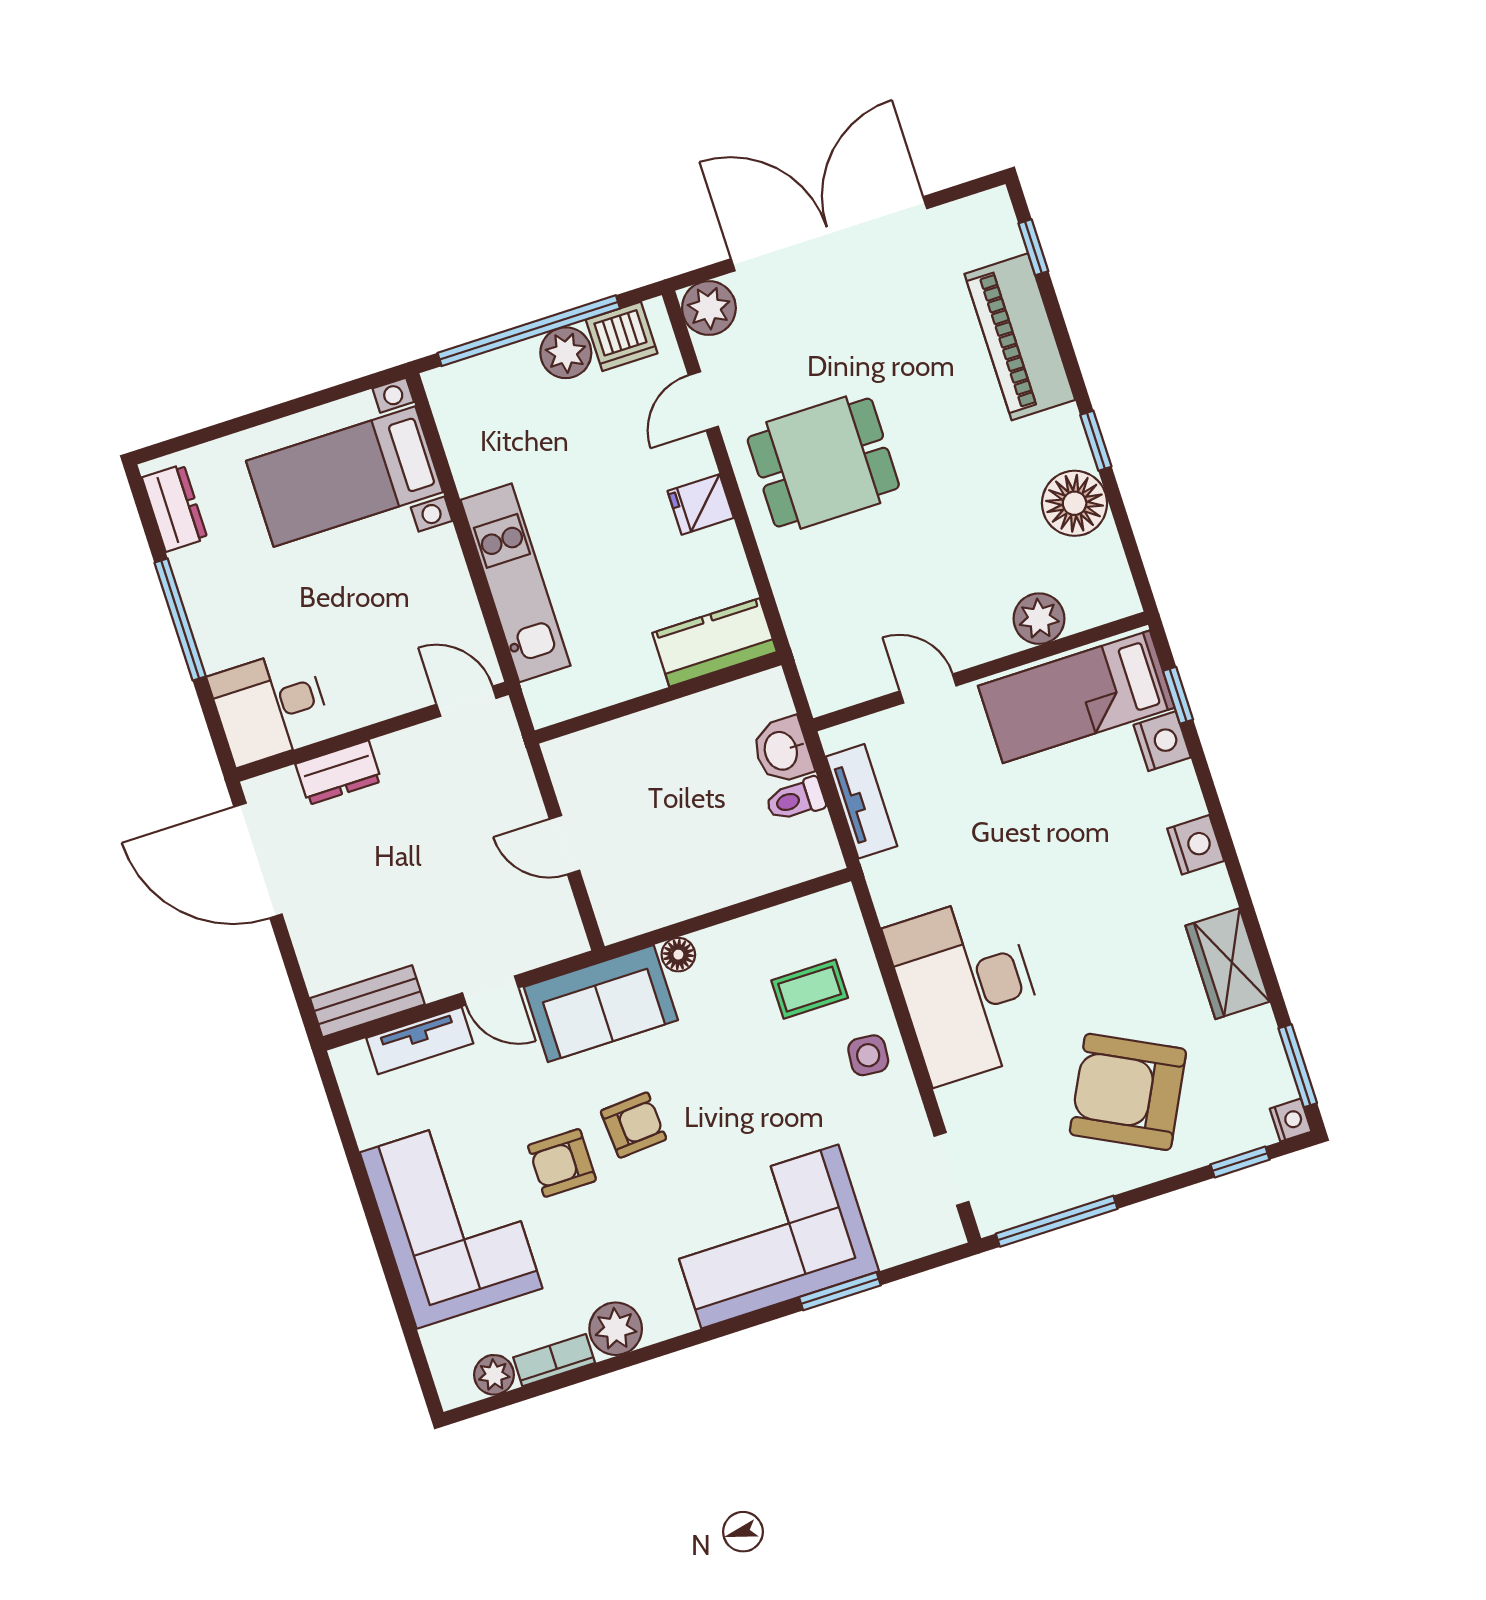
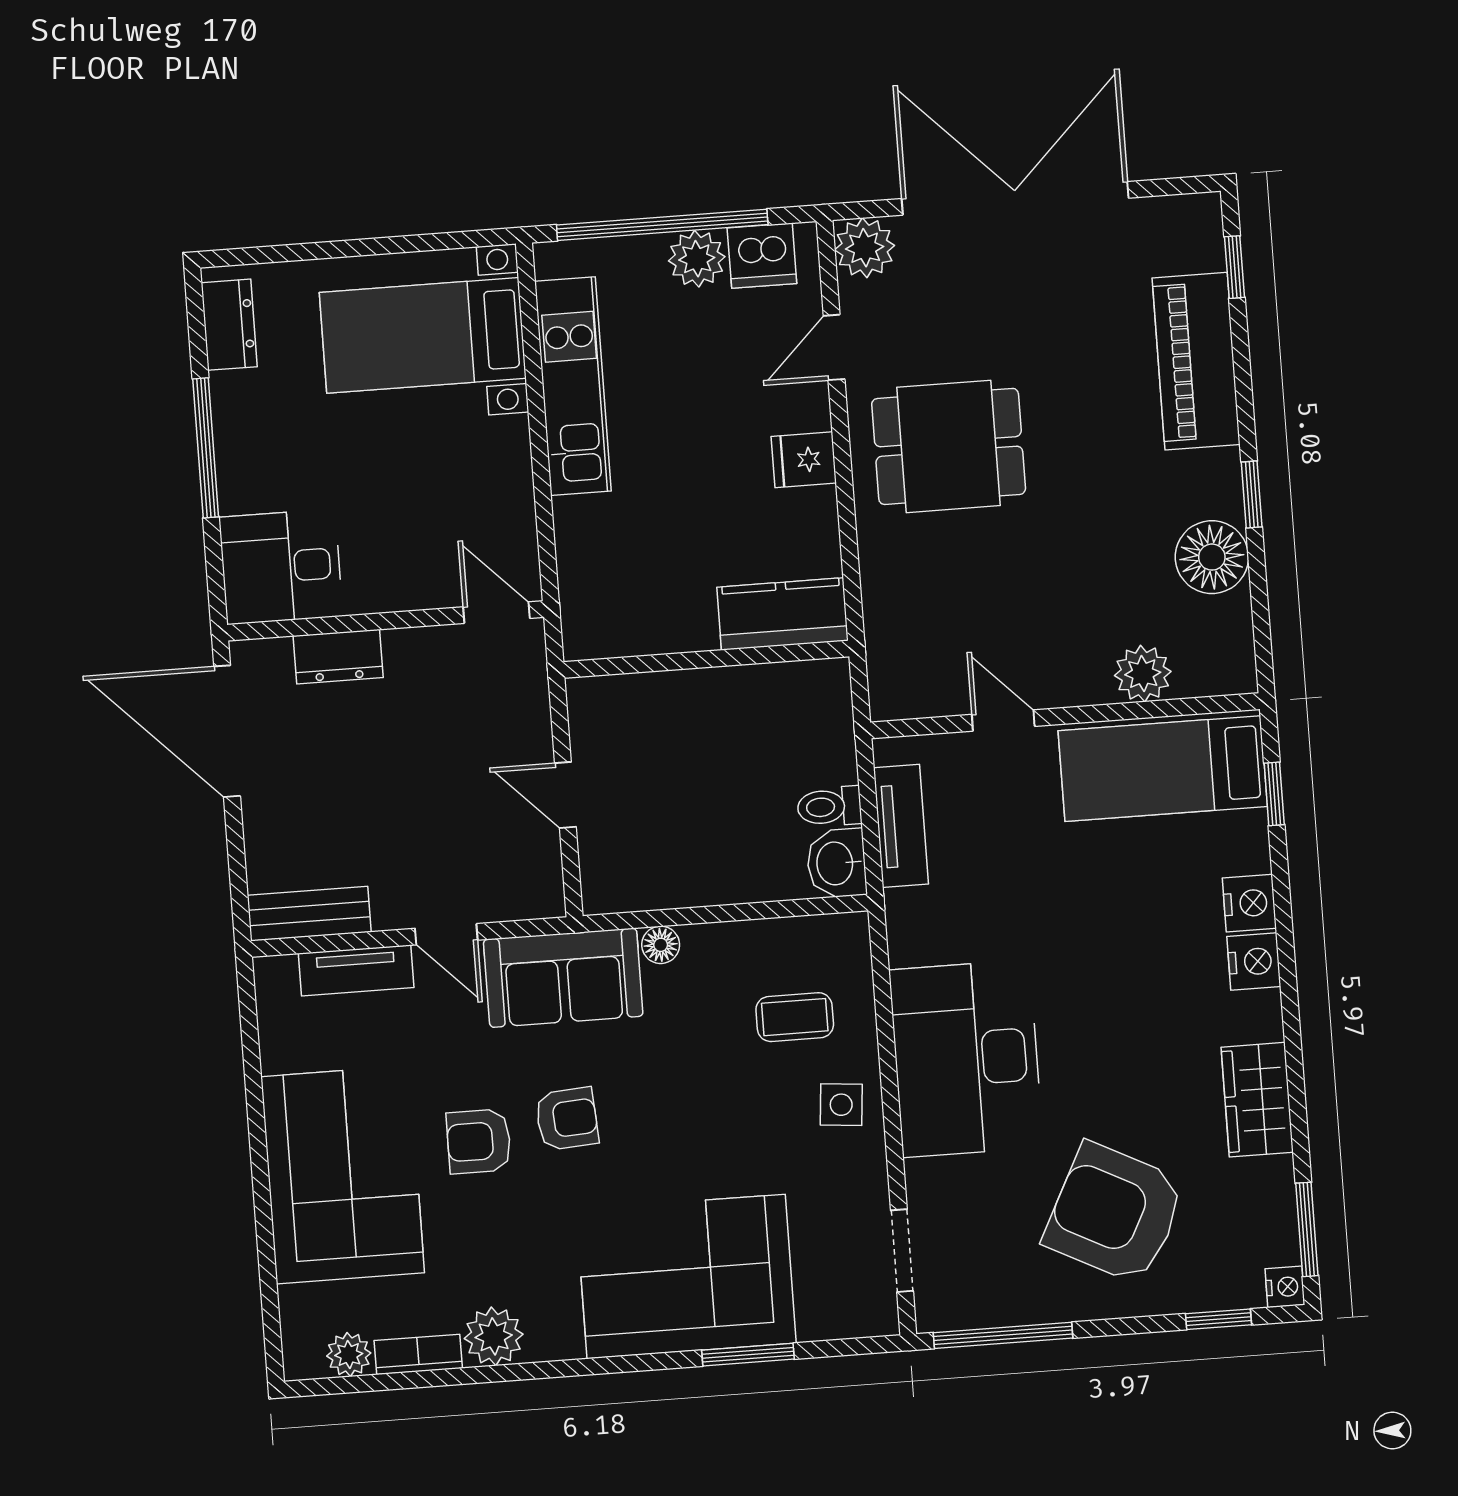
kitchen unit: (515, 583) -> (573, 386), moved
nightstand: (1162, 741) -> (1249, 903), moved
washbasin: (782, 750) -> (836, 863), moved

